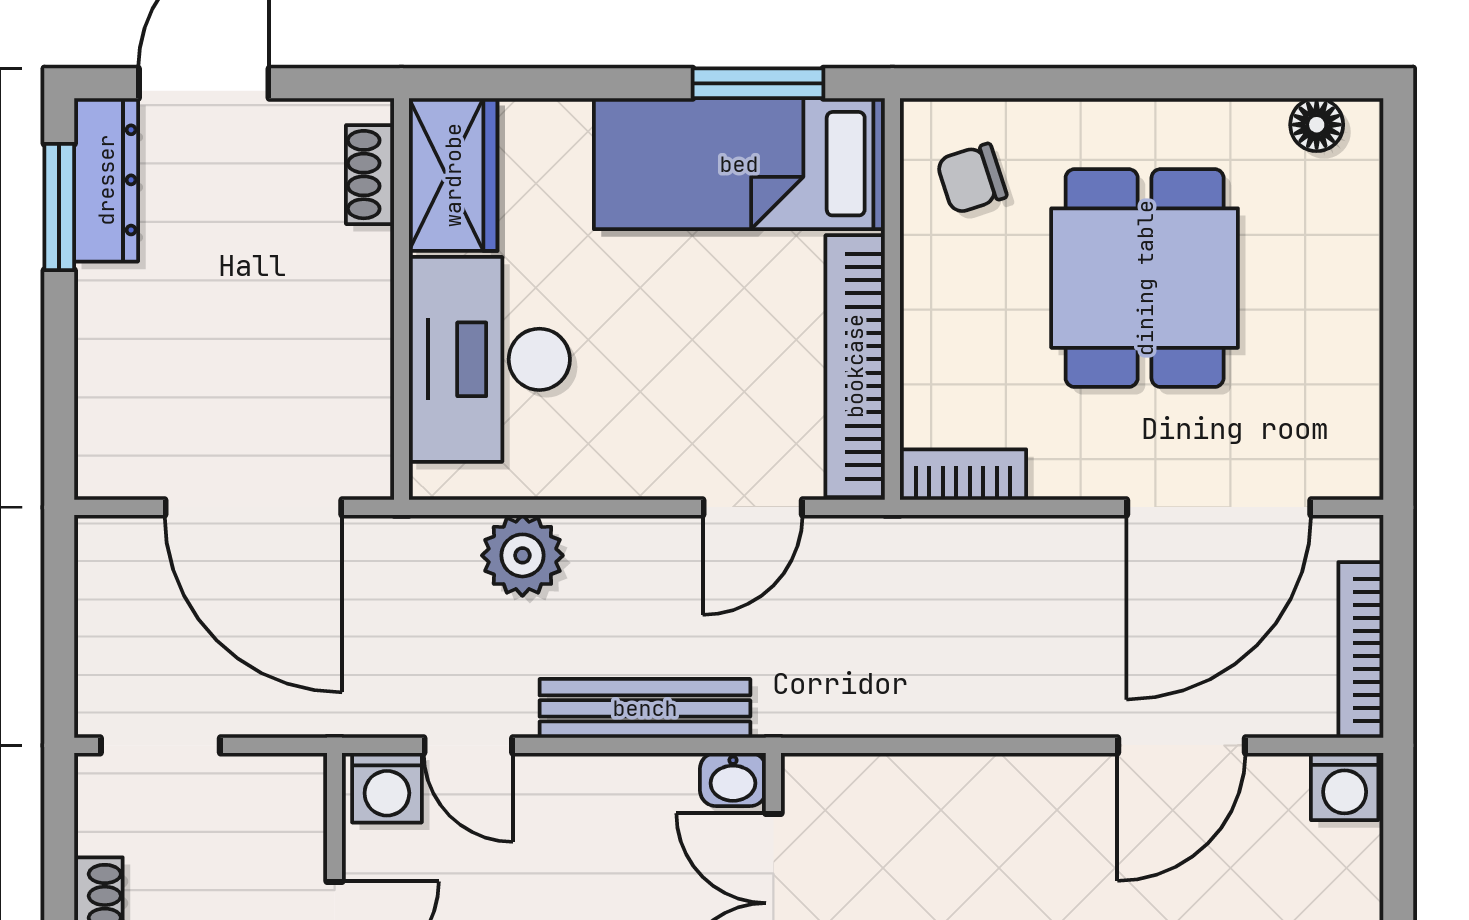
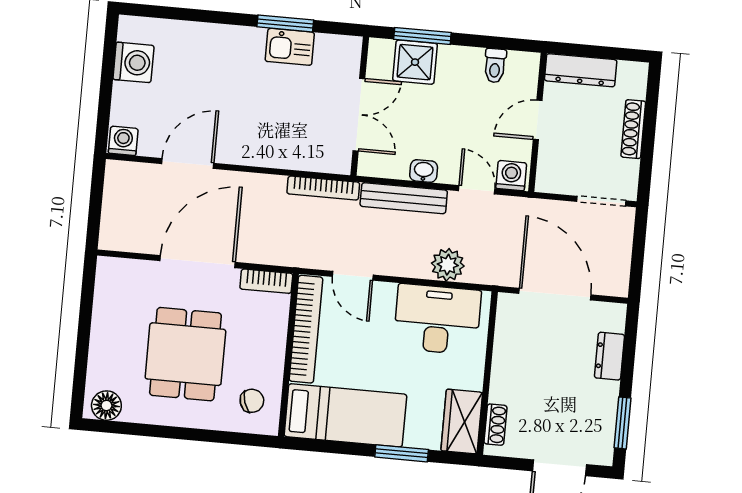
window: (758, 83) -> (402, 453), moved
floor lamp: (1317, 125) -> (106, 406), width x1.37, depth x1.37
dresser: (106, 180) -> (609, 356), moved, width x0.70
desk: (489, 359) -> (437, 319), moved, turned -90
door: (753, 507) -> (353, 276), swing flipped
door: (1219, 507) -> (198, 262), moved
bookcase: (1361, 650) -> (323, 188), moved, turned 90
washbasin: (733, 779) -> (424, 171), moved

